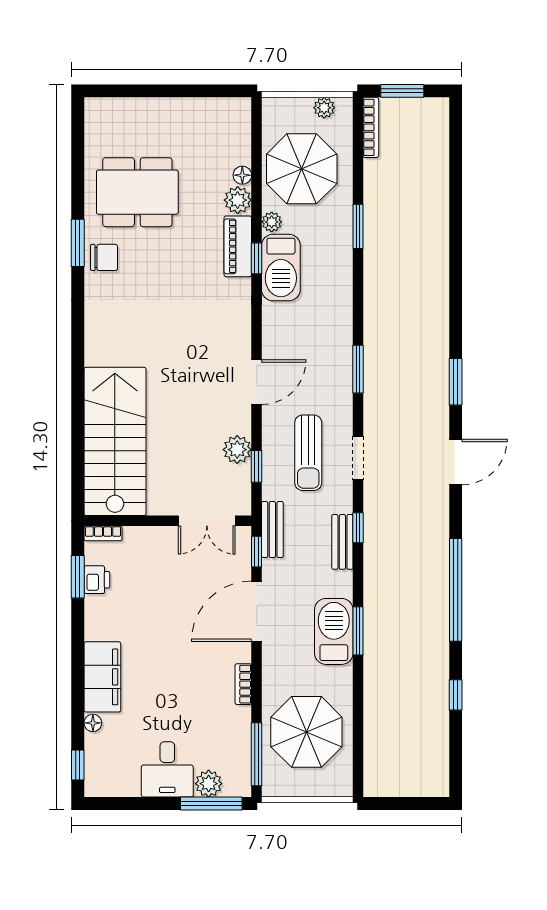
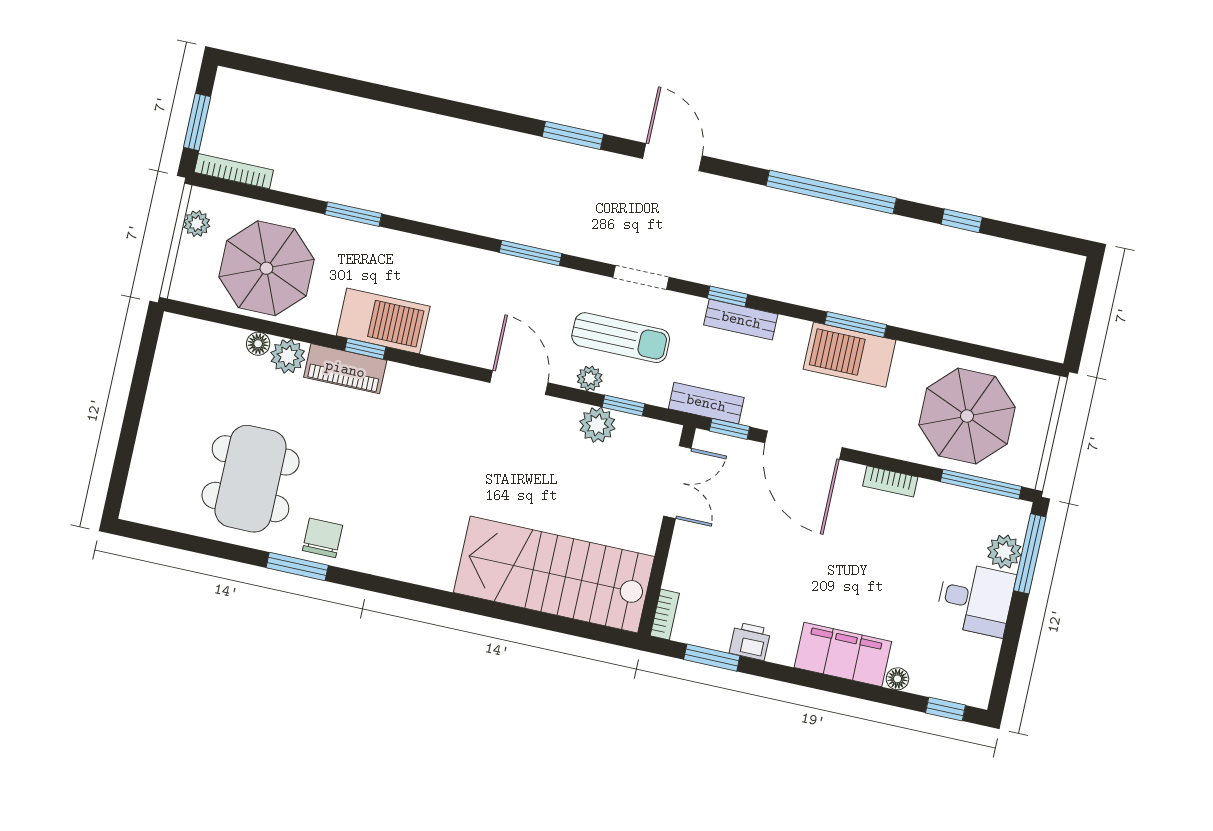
plant: (272, 222) -> (590, 378), moved
printer: (97, 580) -> (750, 641), moved

